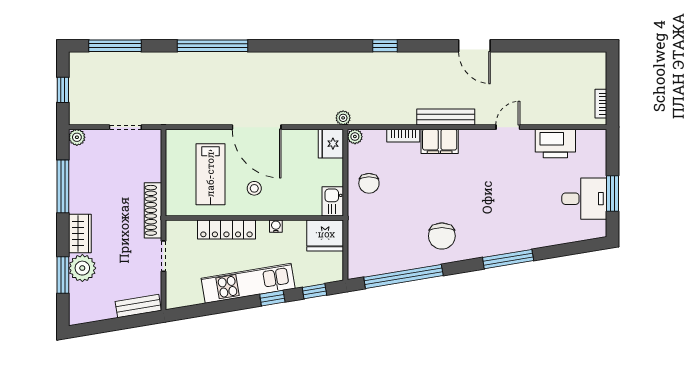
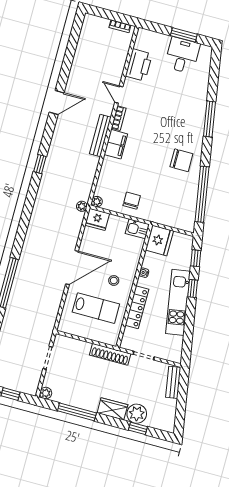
bookcase: (403, 136) -> (119, 118), moved
chair: (369, 183) -> (132, 201), turned -90
window: (63, 275) -> (138, 428), width x0.67

